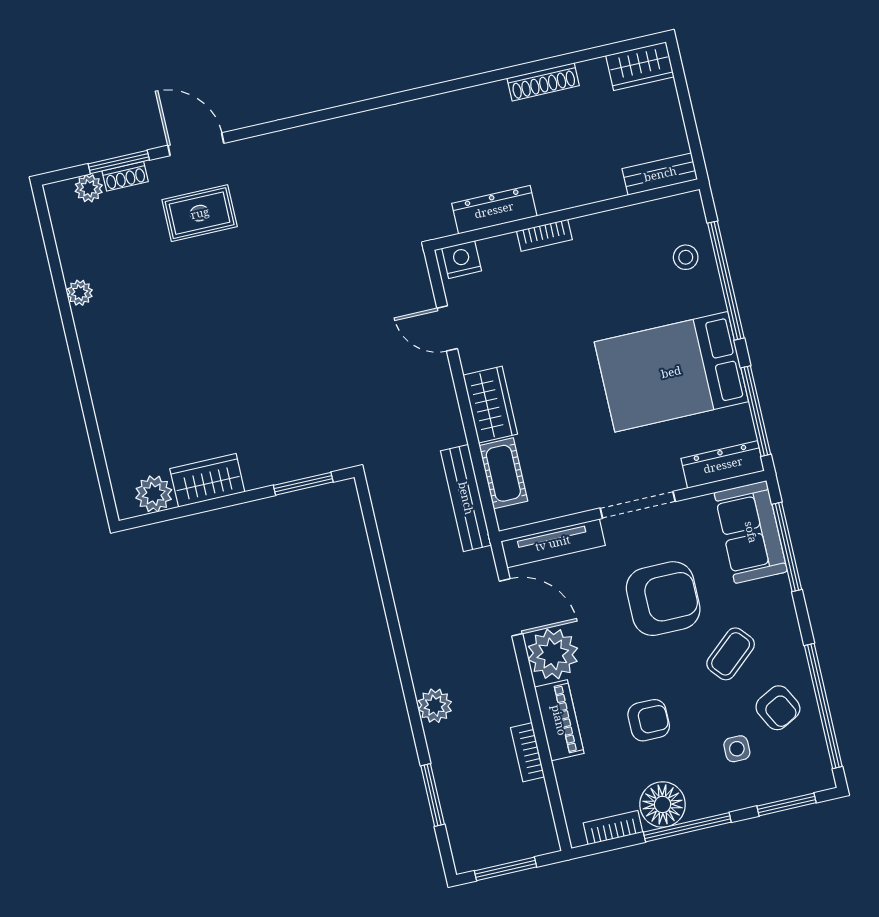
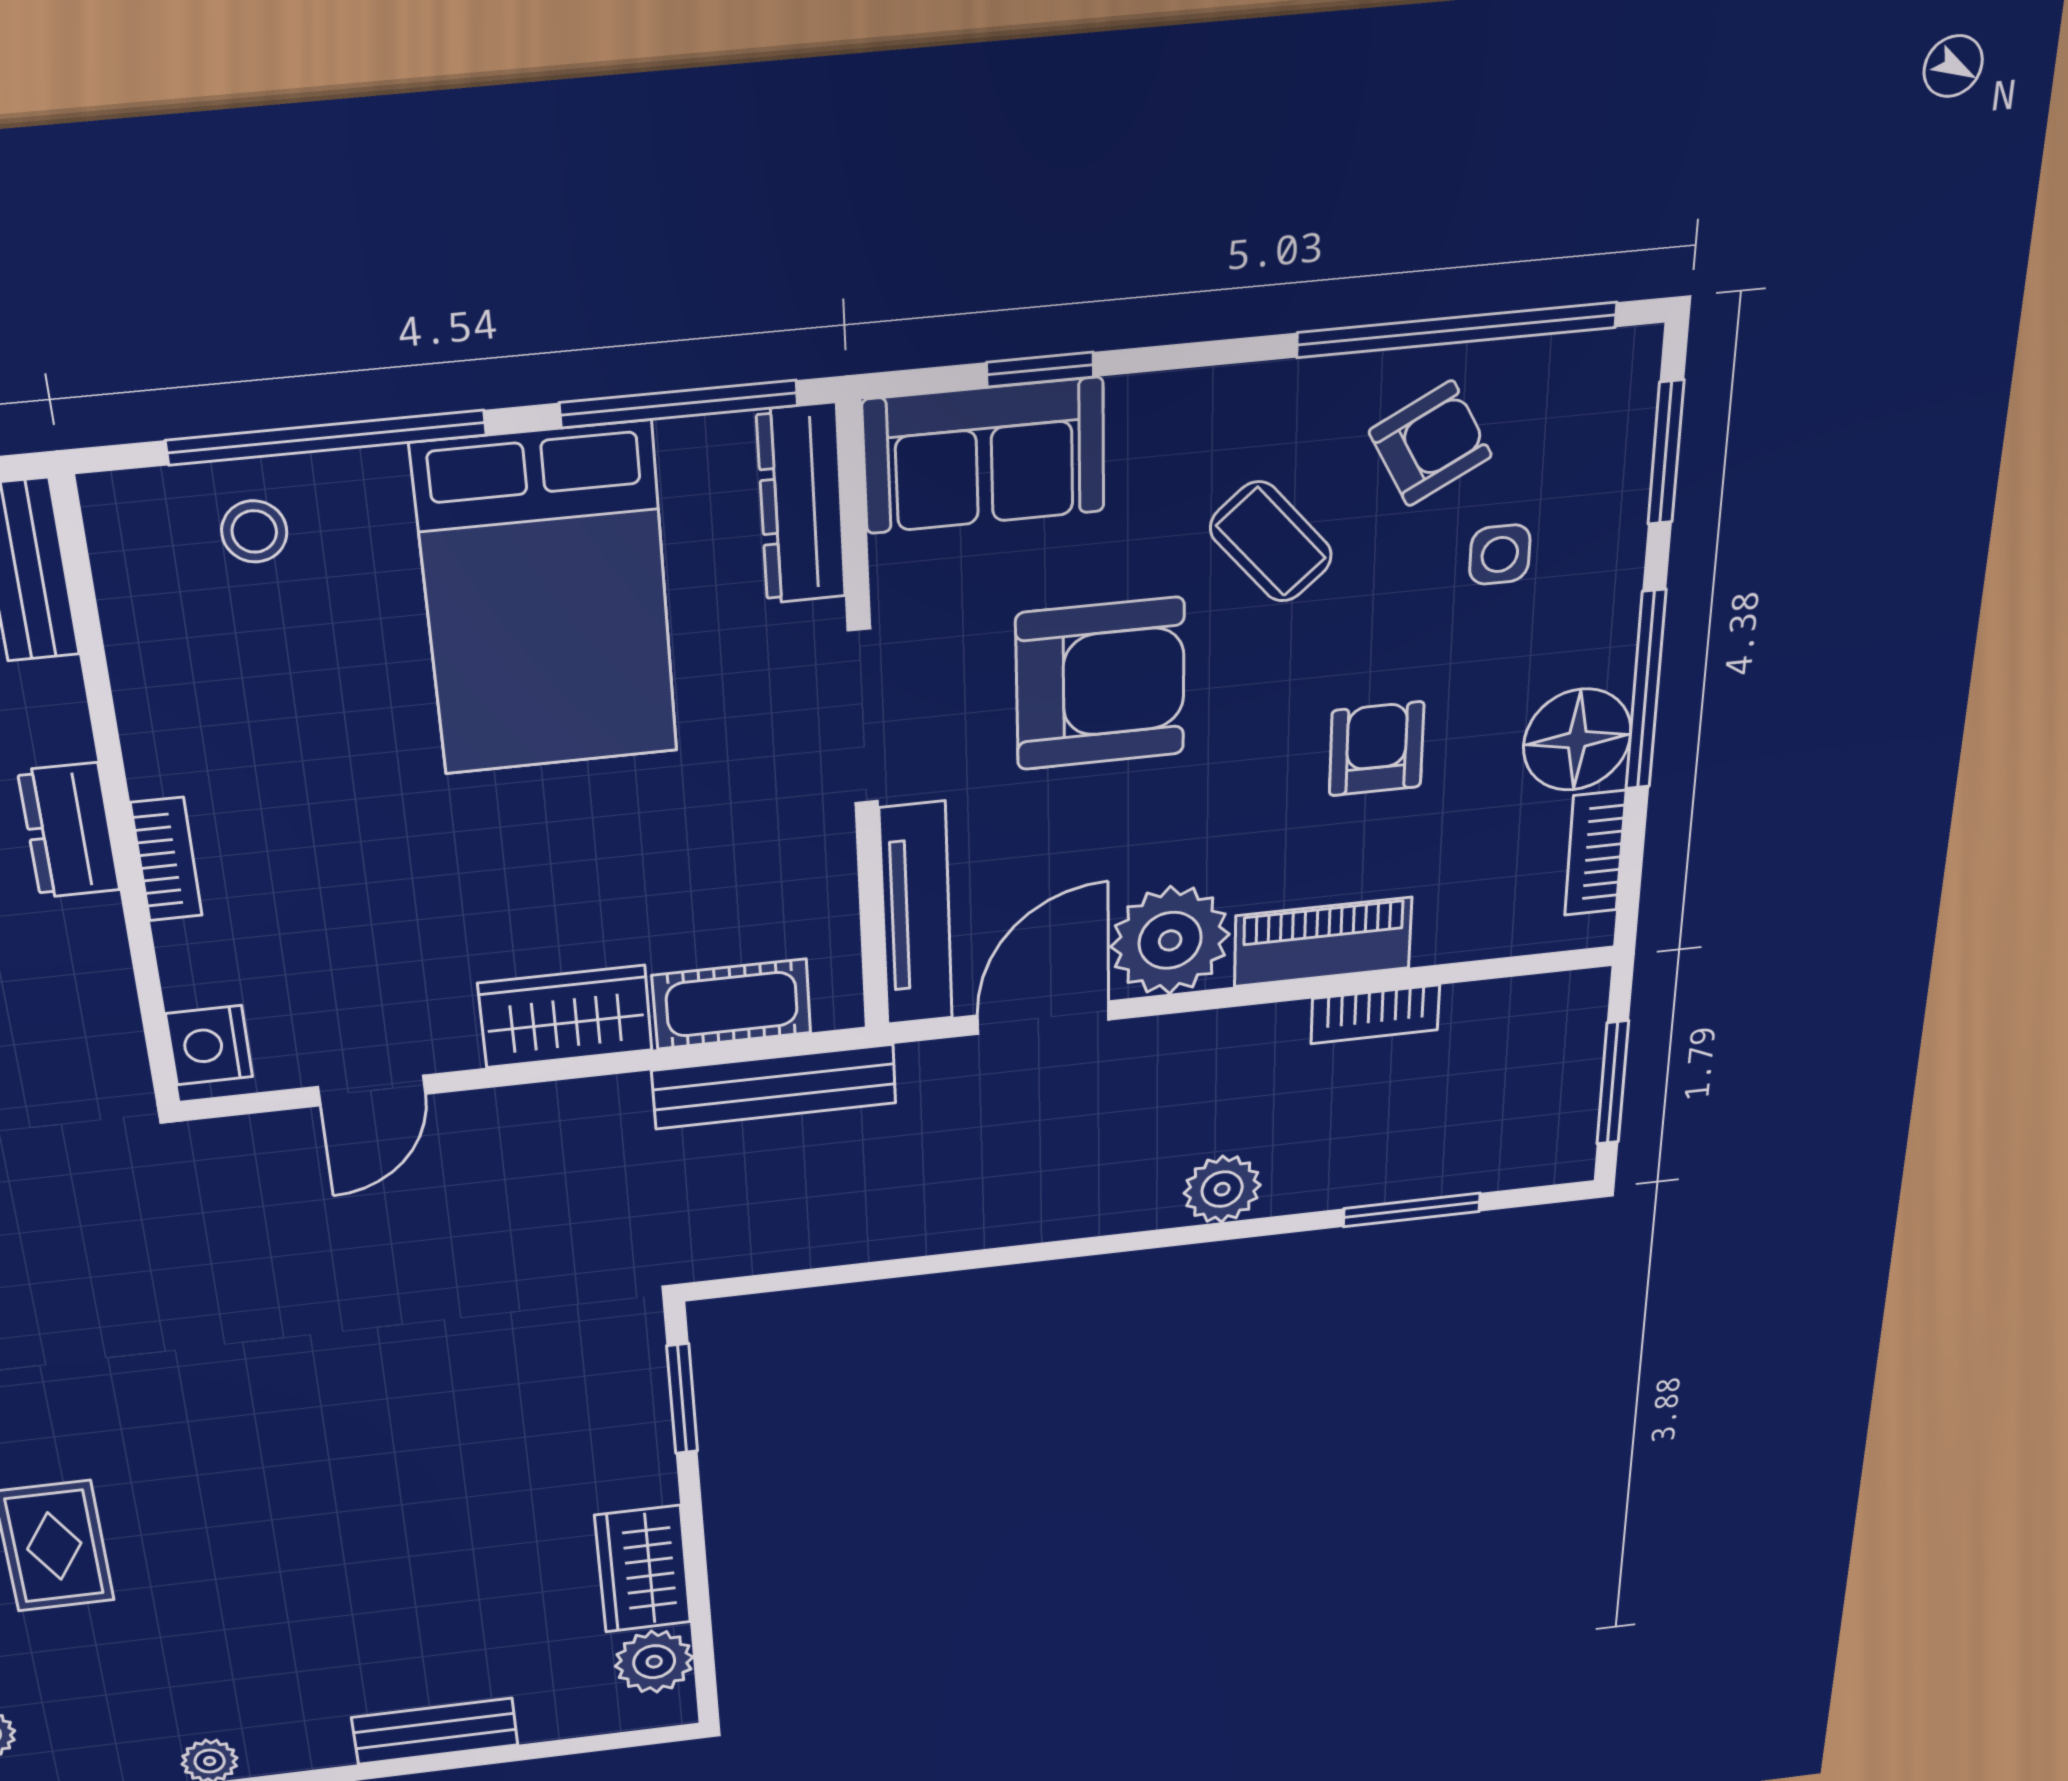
dresser: (494, 210) -> (69, 831), moved, width x0.70
bench: (105, 396) -> (435, 1731), added
window: (787, 547) -> (1040, 370), width x0.46
armchair: (663, 599) -> (1100, 684), turned 90

